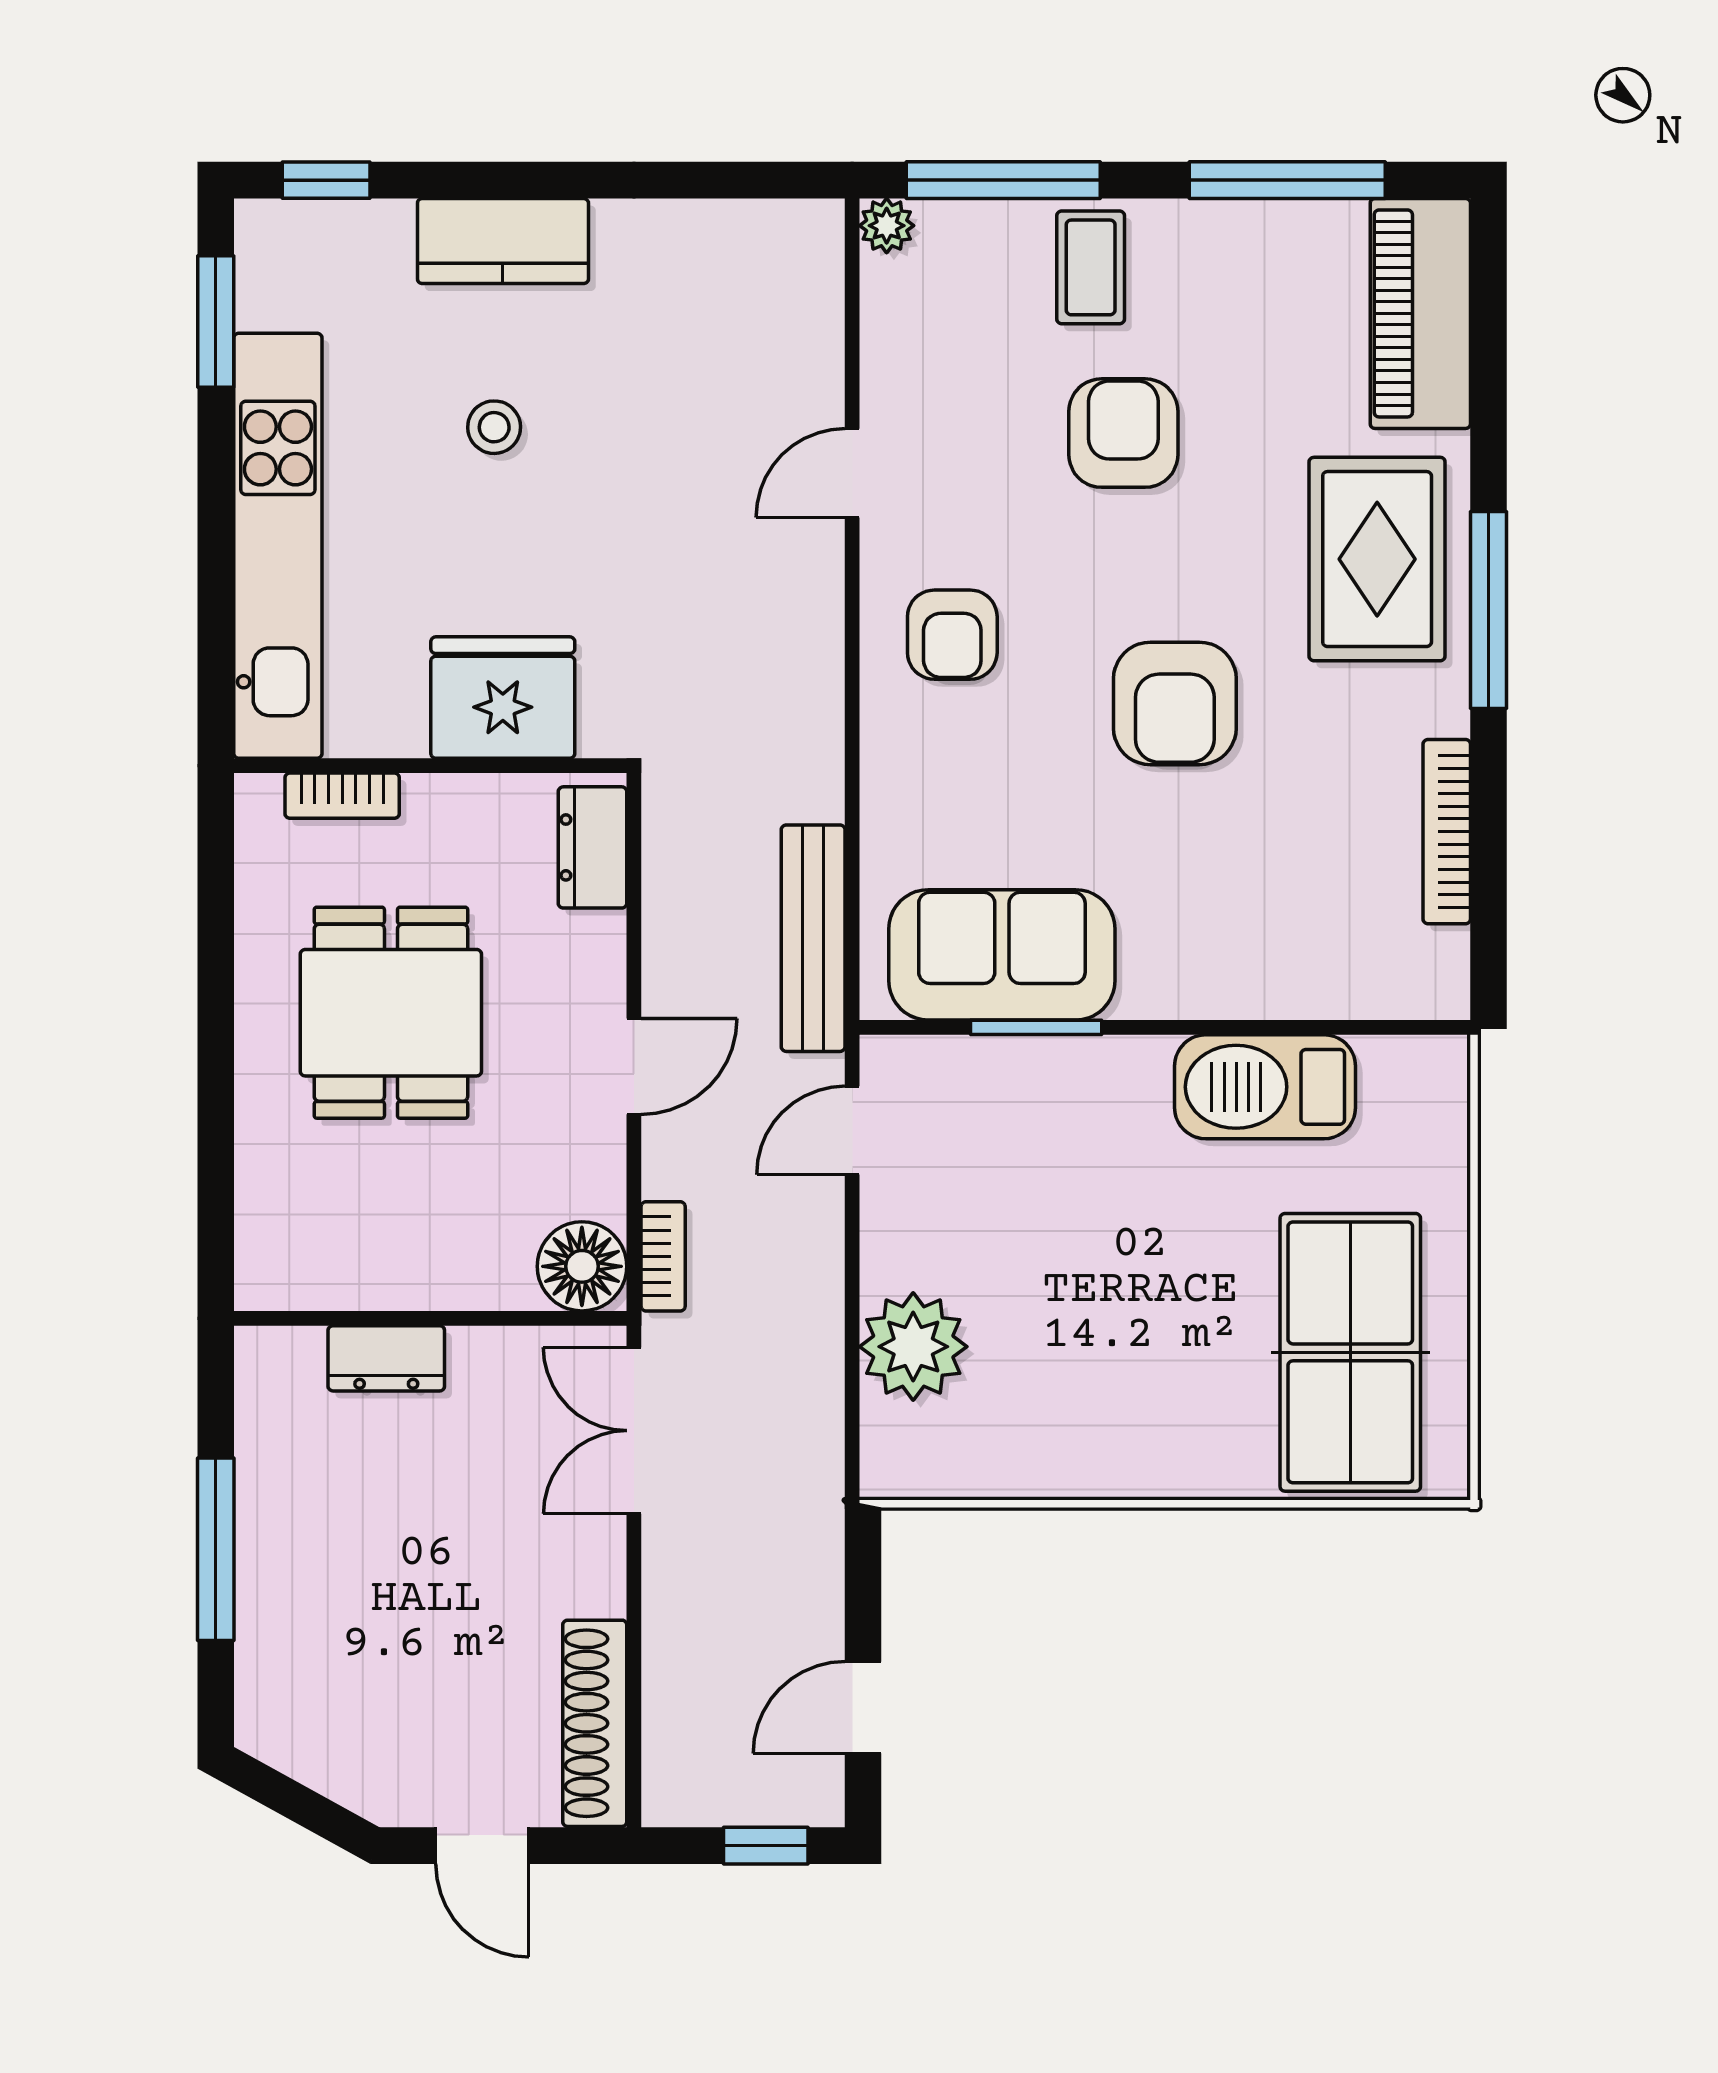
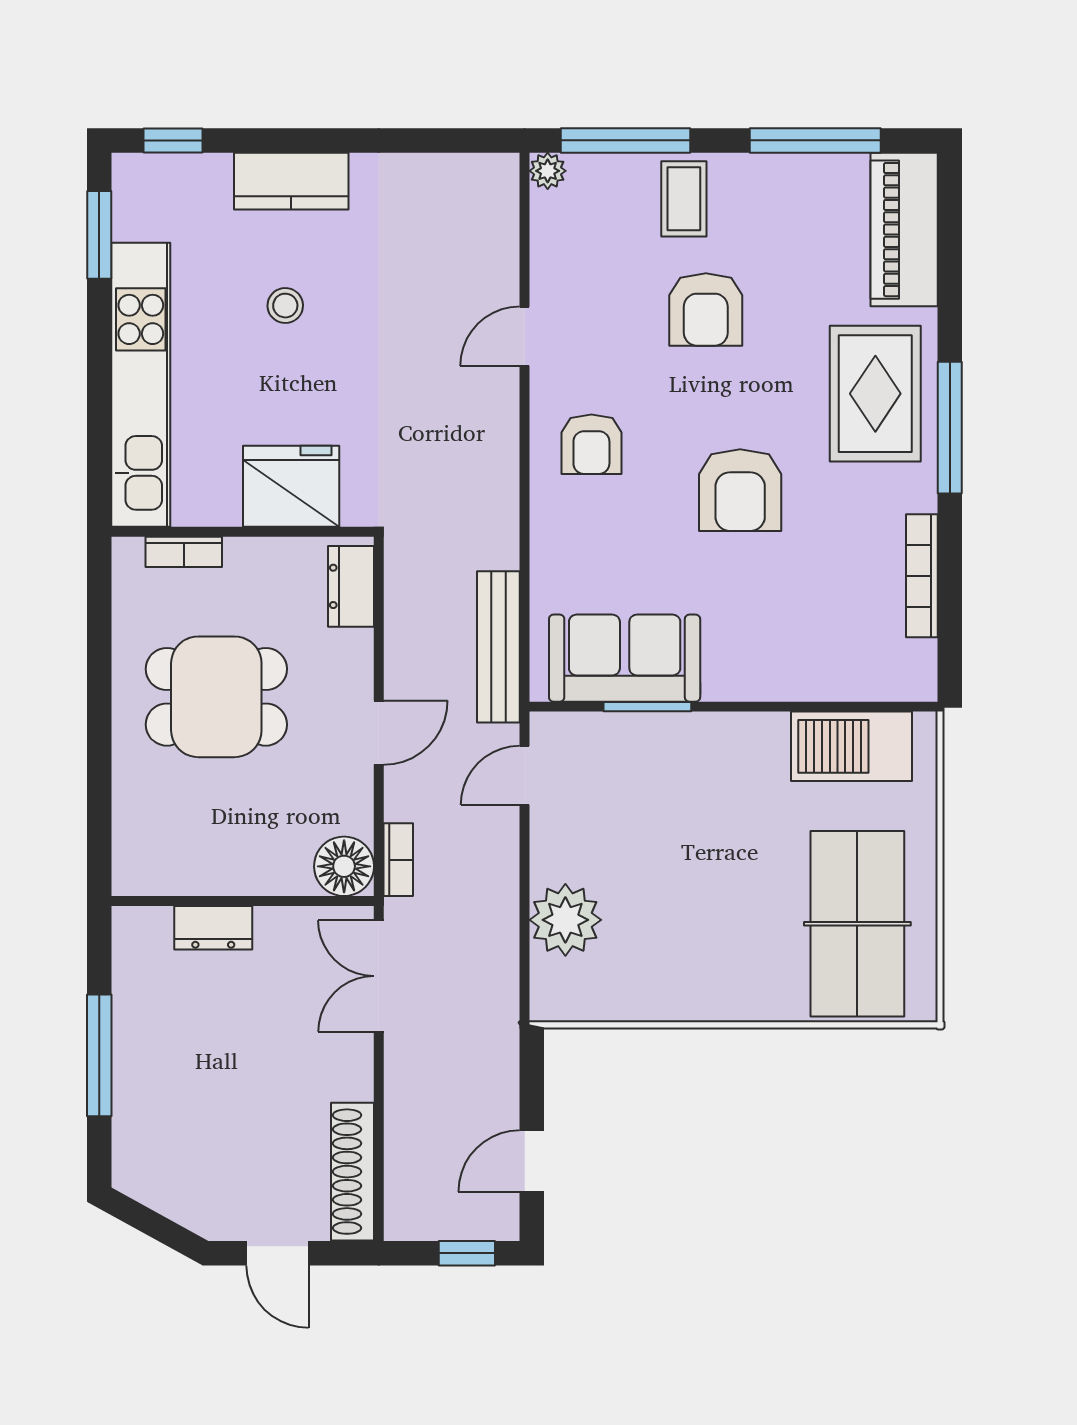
armchair: (1123, 433) -> (706, 310), turned 180
dining table: (391, 1013) -> (216, 697), turned 90
barbecue: (1265, 1087) -> (852, 746), moved

